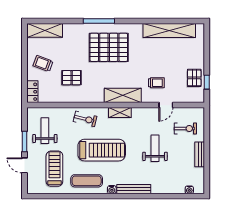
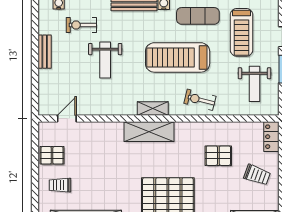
pallet: (194, 78) -> (52, 155), turned 90
window: (207, 82) -> (35, 150), removed
trolley: (156, 83) -> (60, 185), moved
door: (166, 105) -> (67, 119), moved
exercise bike: (185, 129) -> (81, 25), moved

